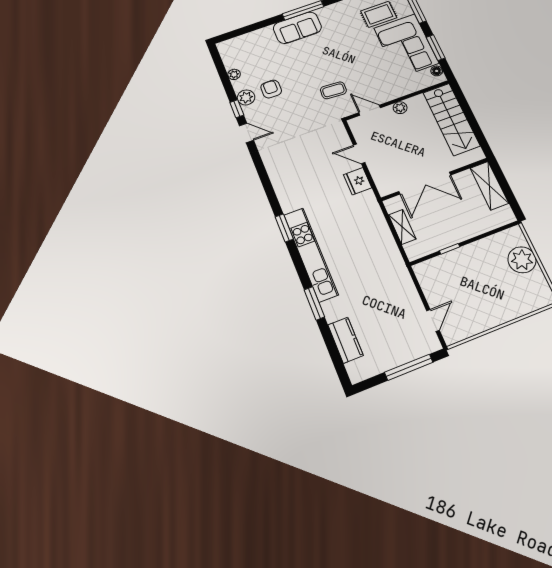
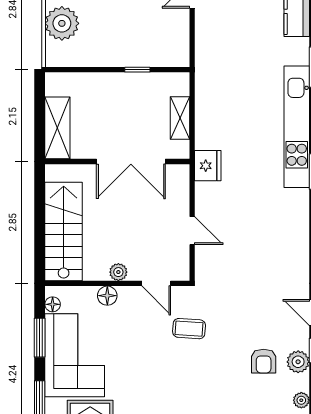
floor lamp: (401, 90) -> (107, 296), added
fridge: (358, 181) -> (208, 166), moved
double door: (425, 183) -> (131, 162), swing flipped

